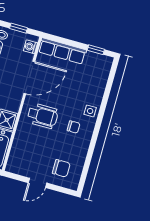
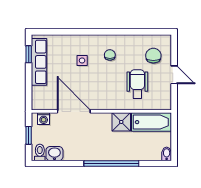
row of seats: (62, 51) -> (39, 62), moved
side table: (90, 111) -> (82, 60), moved
wheelchair: (43, 116) -> (137, 84), moved

